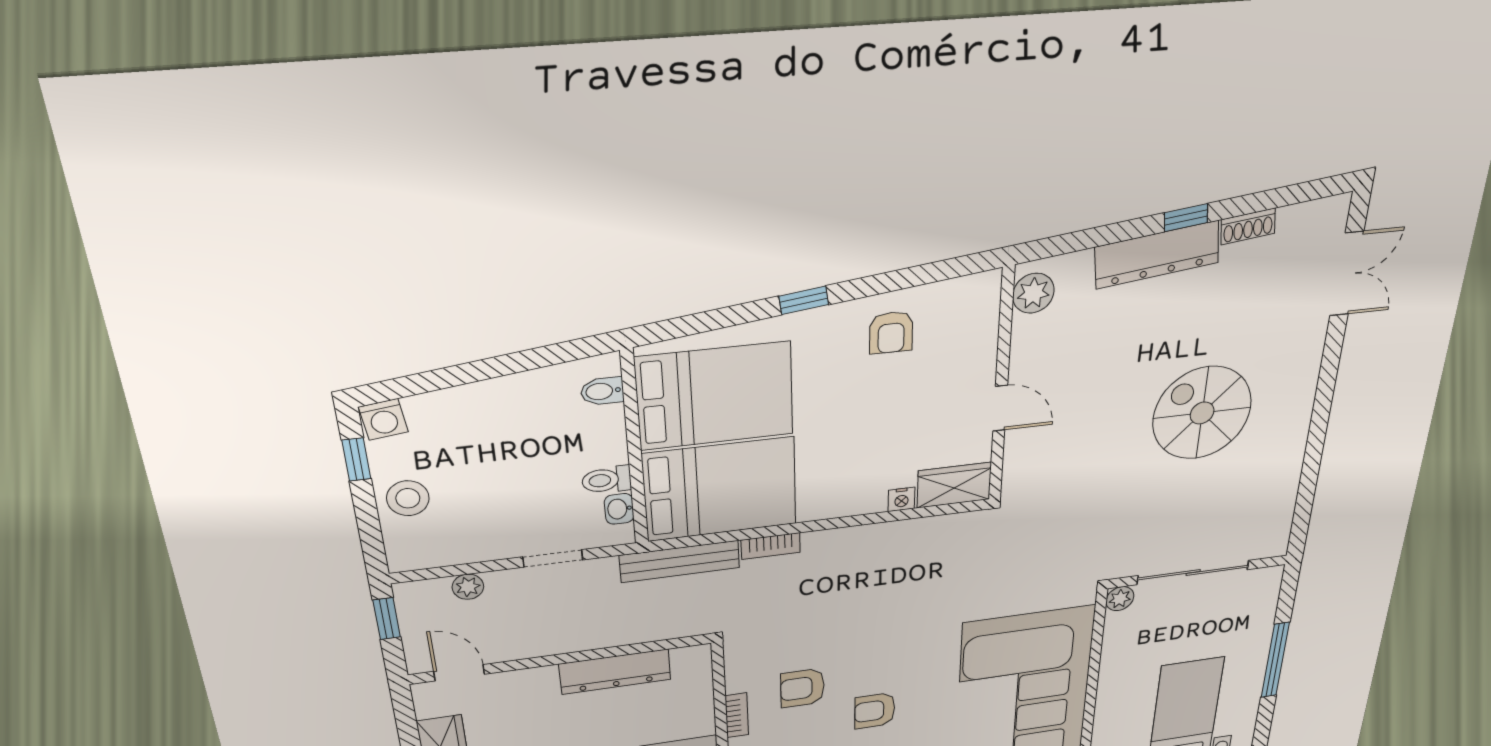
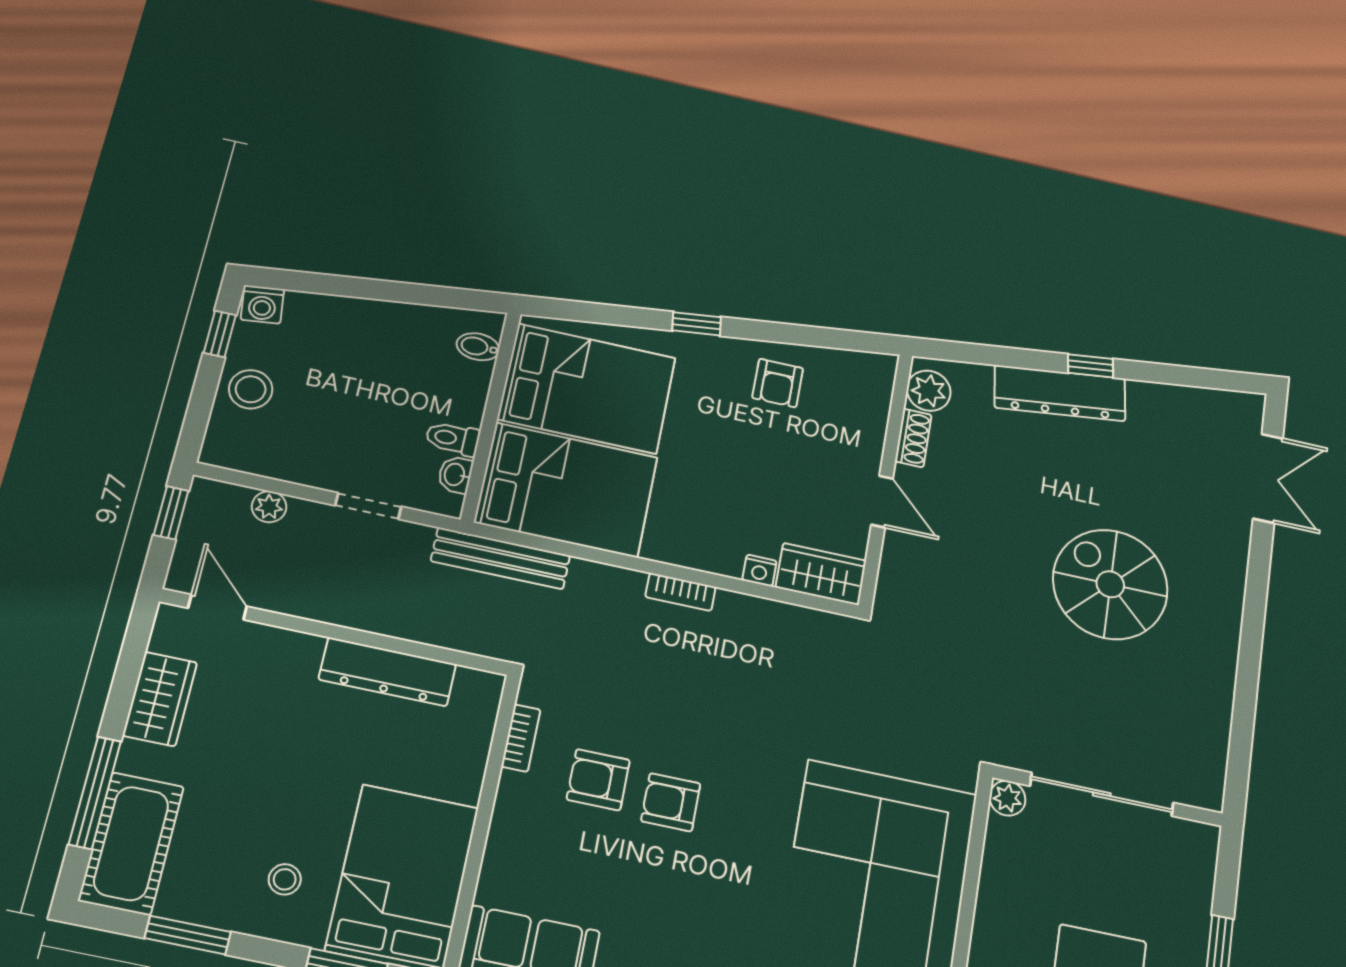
shoe rack: (1248, 226) -> (913, 438), moved, turned -83
bookcase: (771, 546) -> (680, 592), moved
armchair: (875, 711) -> (671, 802), moved
bookcase: (737, 715) -> (521, 738), moved

